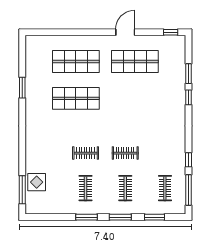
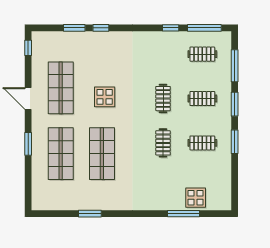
window: (85, 32) -> (28, 144), added
display table: (127, 101) -> (105, 97), added
window: (22, 190) -> (183, 214), moved
window: (155, 217) -> (235, 66), width x1.44

